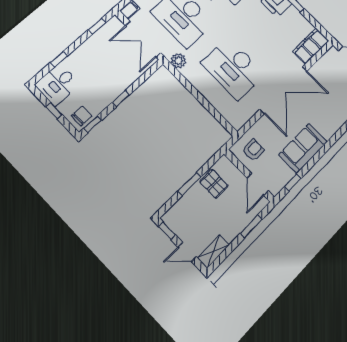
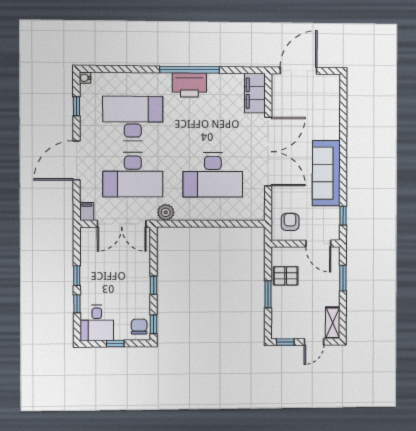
window: (97, 26) -> (77, 276), moved
sofa: (303, 148) -> (326, 173), width x1.36

